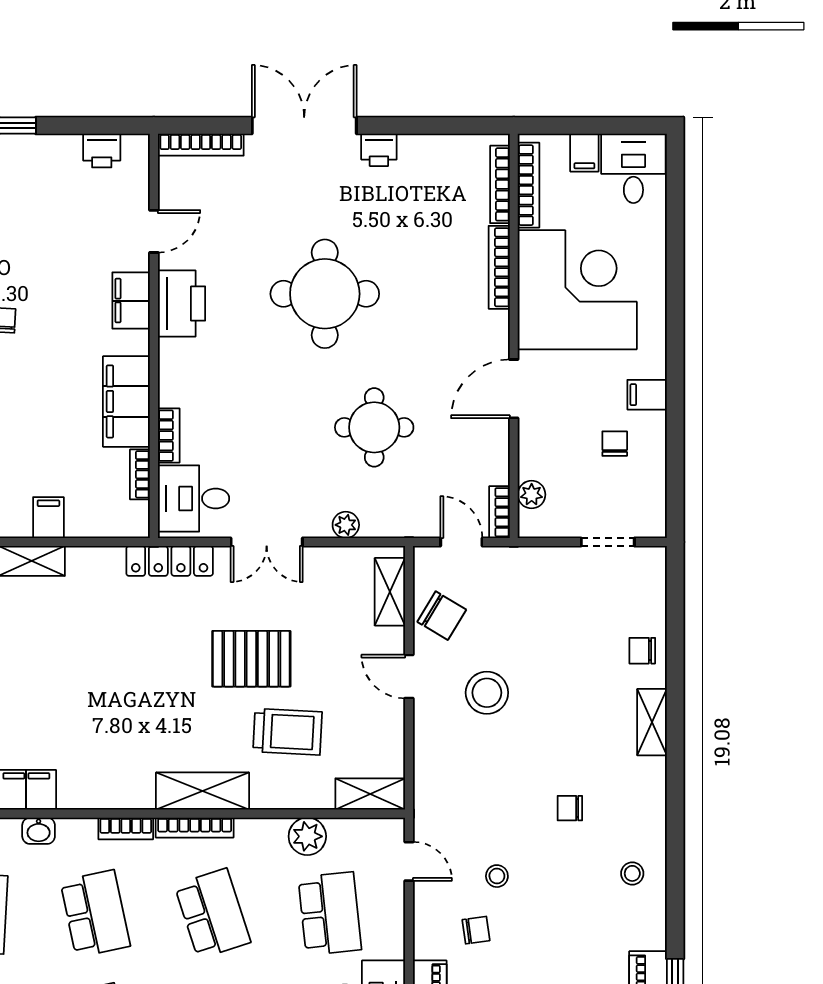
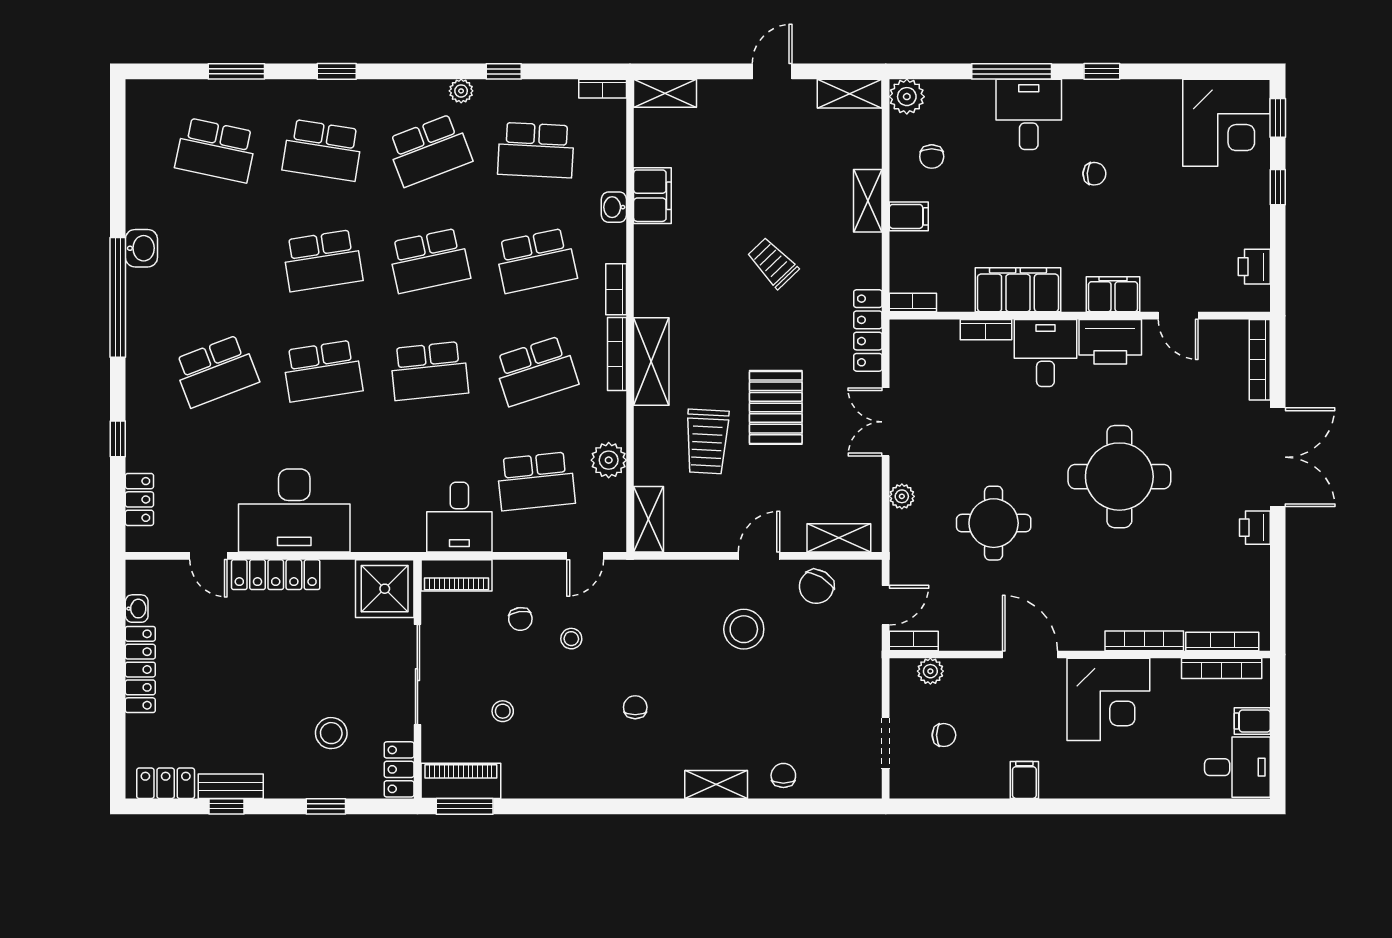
corner desk: (577, 290) -> (1108, 699), width x0.74, depth x0.74
chair: (615, 444) -> (944, 735), moved
bookcase: (140, 474) -> (913, 303), moved
desk: (194, 498) -> (1045, 353), moved
trolley: (98, 662) -> (773, 263), added
stool: (632, 873) -> (503, 711), moved

